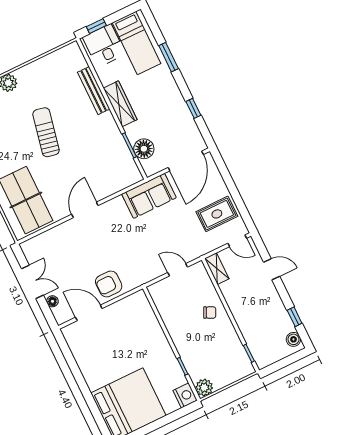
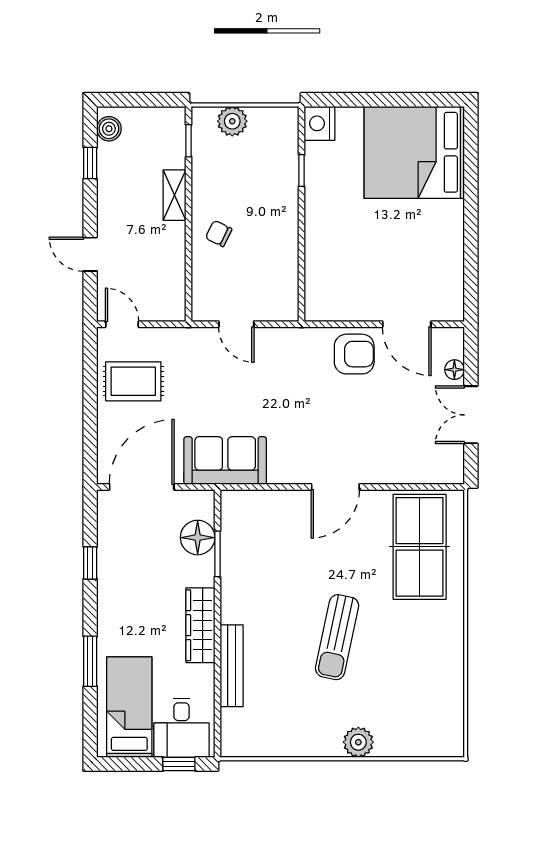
shelving: (217, 269) -> (175, 195), moved
plant: (204, 388) -> (232, 121), moved

